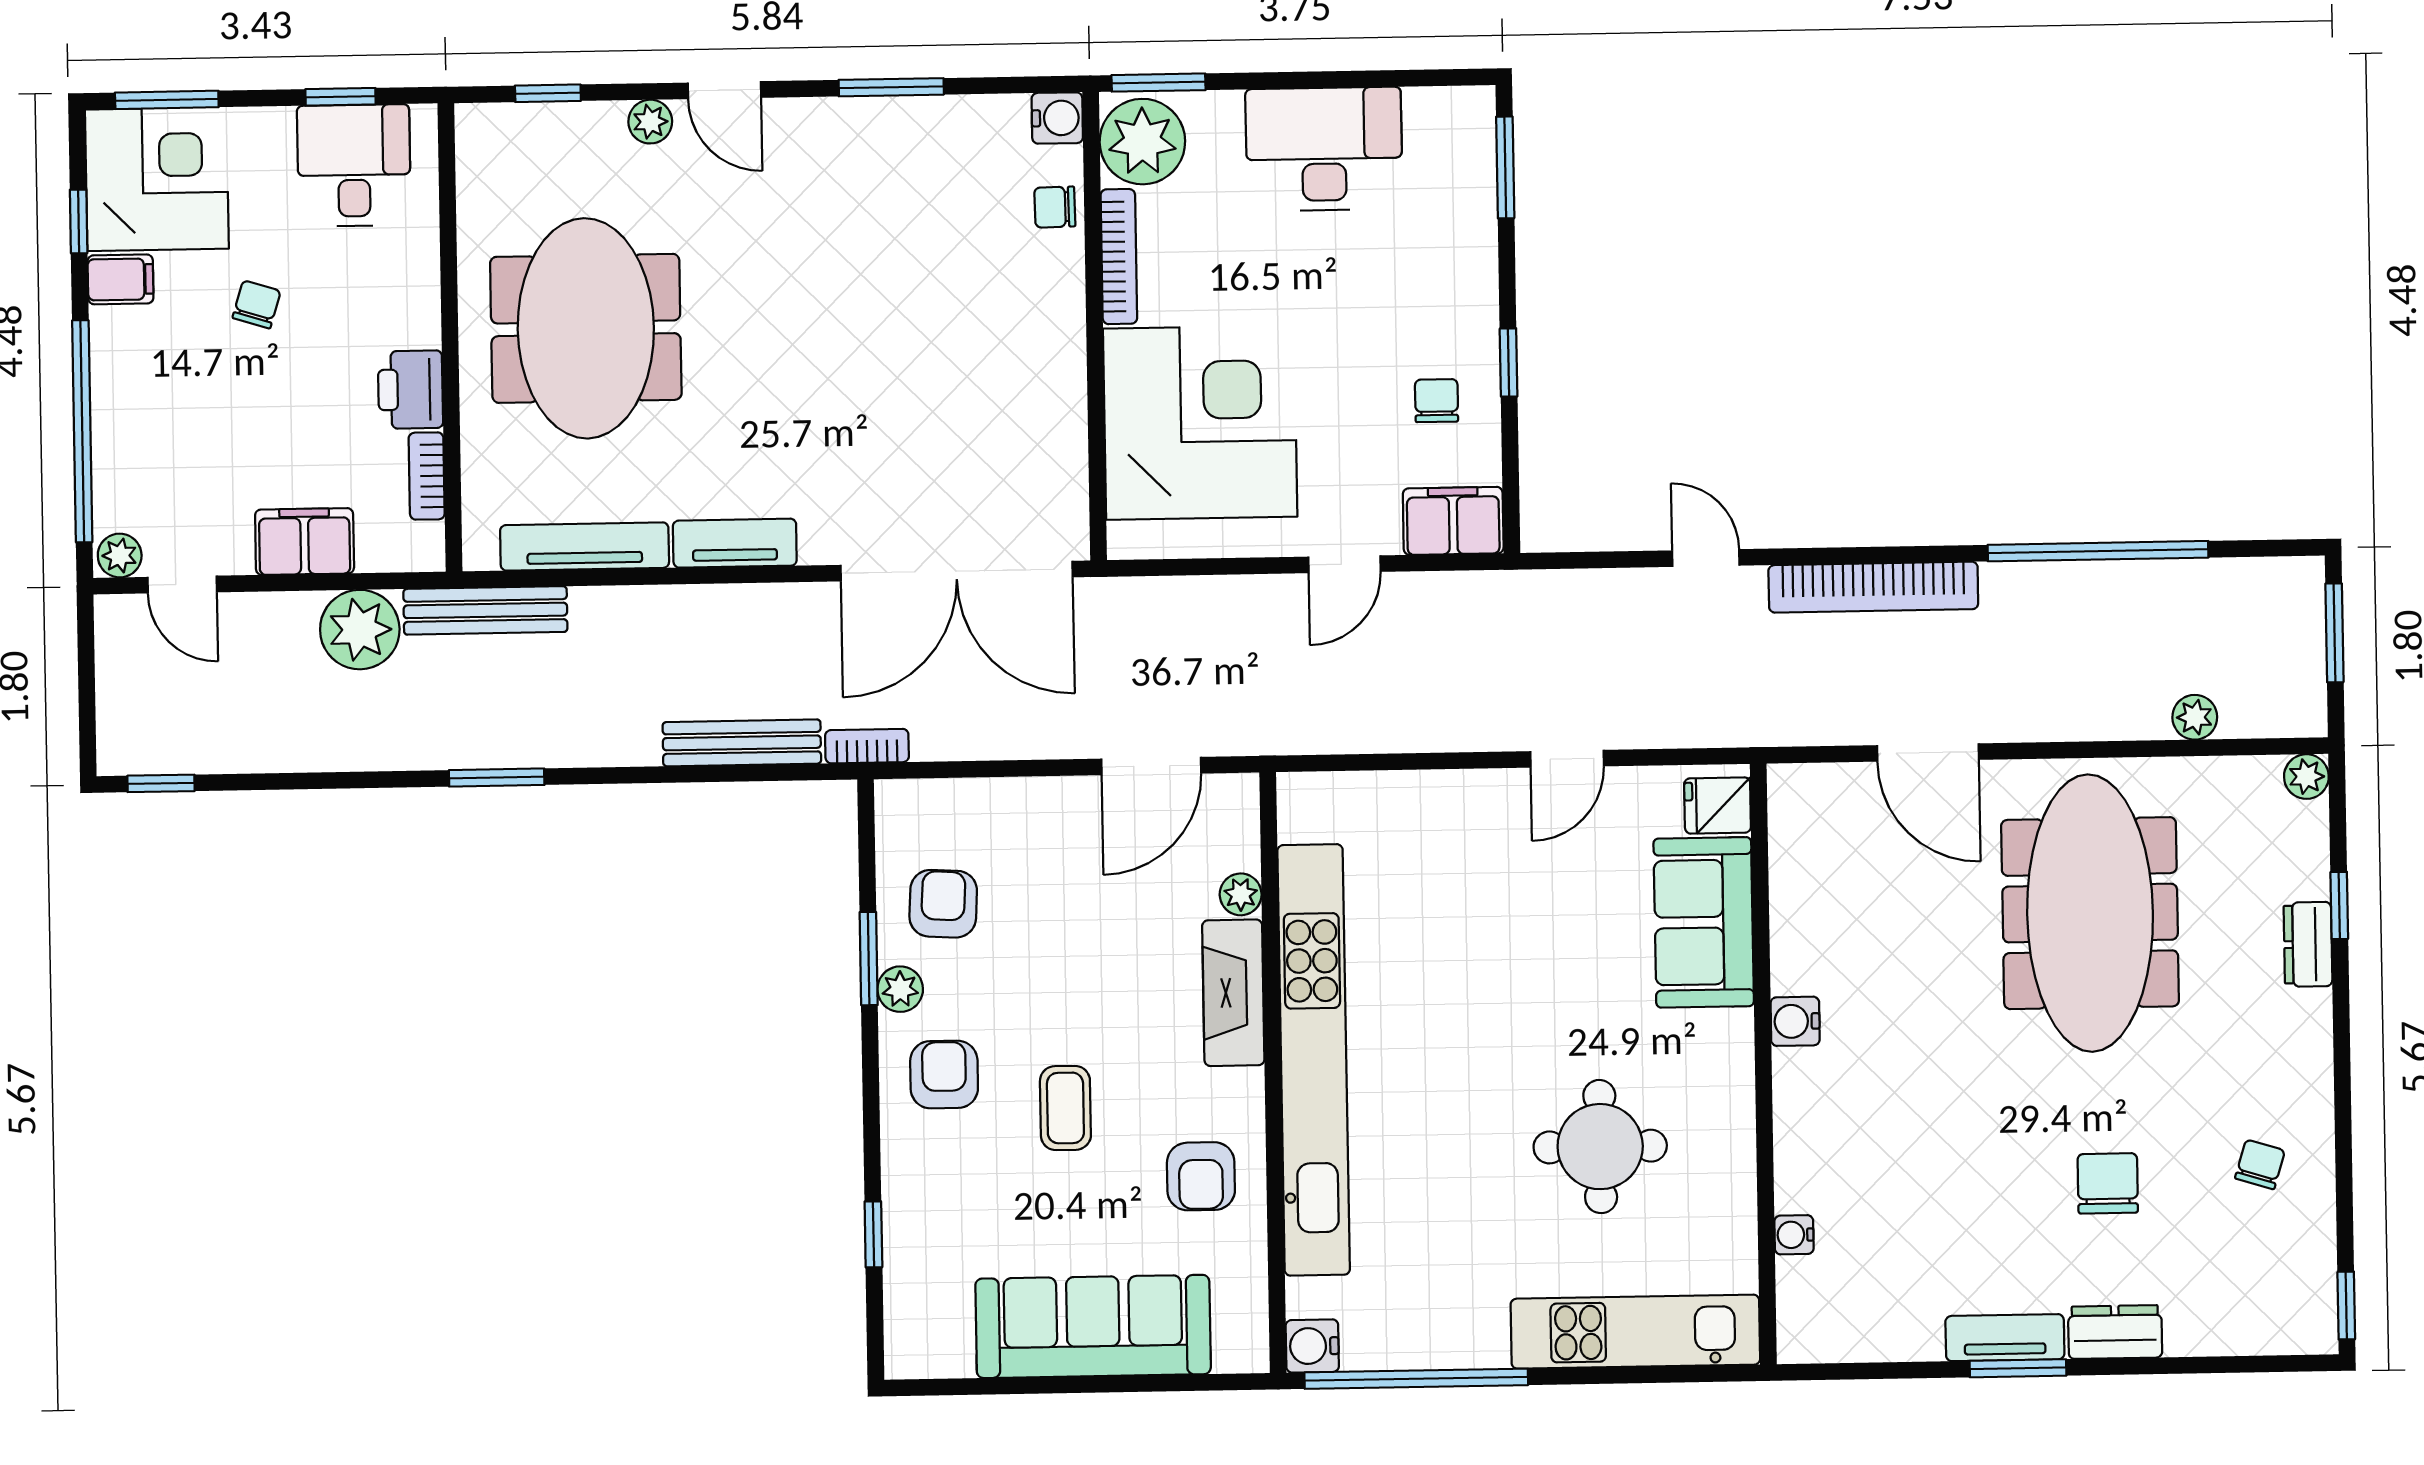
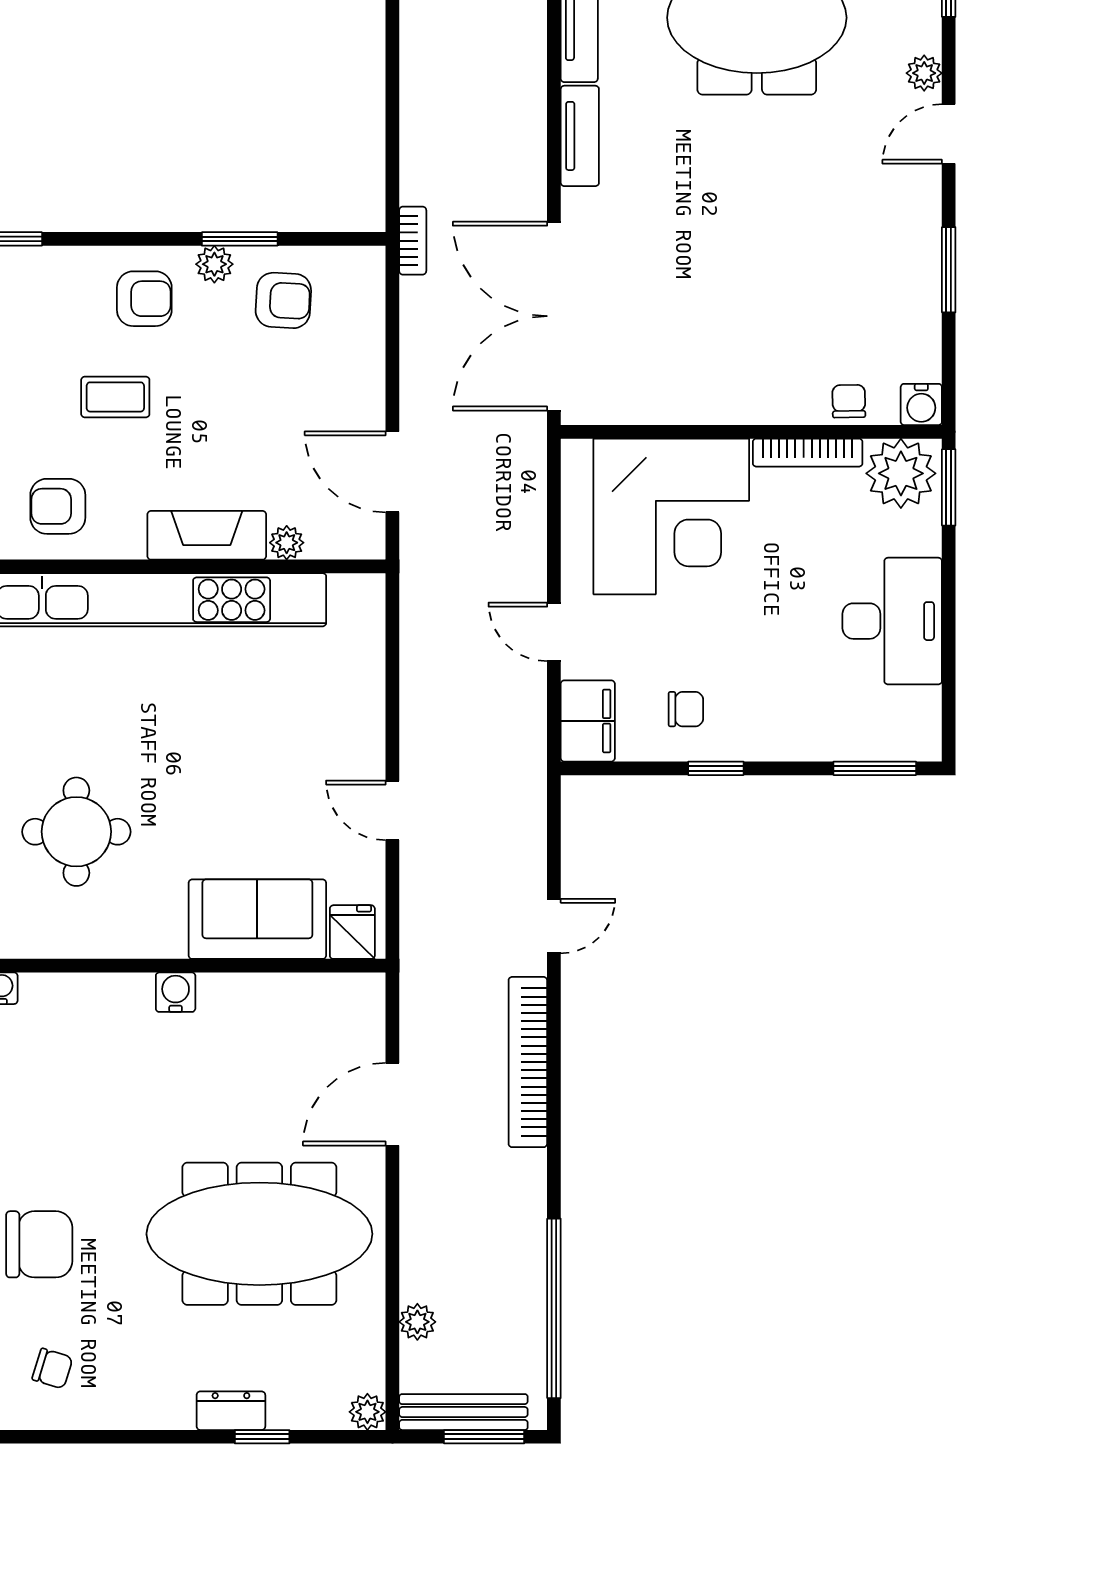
window: (2098, 551) -> (554, 1308), moved
bench: (742, 743) -> (463, 1412), moved, turned 90
chair: (2108, 1183) -> (39, 1244), width x1.37, depth x1.37

